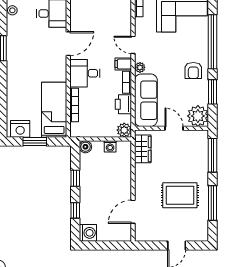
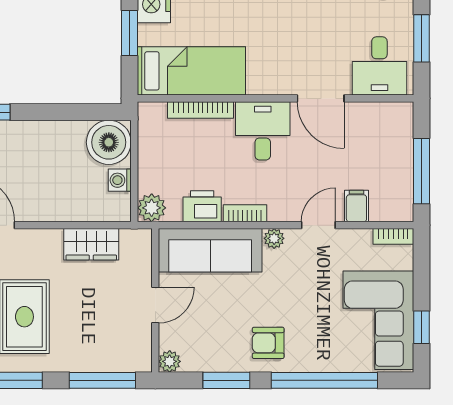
filing cabinet: (123, 64) -> (356, 206), moved
plant: (198, 116) -> (170, 361), width x0.53, depth x0.53
boiler: (85, 147) -> (109, 142), width x1.86, depth x1.86
wardrobe: (143, 149) -> (91, 244), moved
window: (75, 178) -> (58, 112), removed

